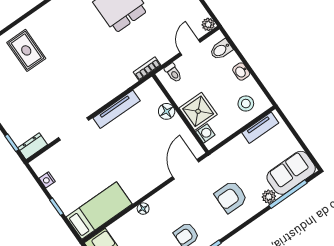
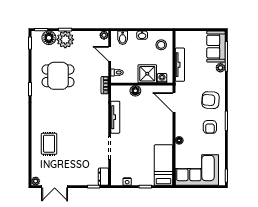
rug: (26, 50) -> (49, 144), turned 90
tv unit: (260, 128) -> (180, 65), moved, width x1.41
armchair: (231, 197) -> (211, 100), moved, turned 94

